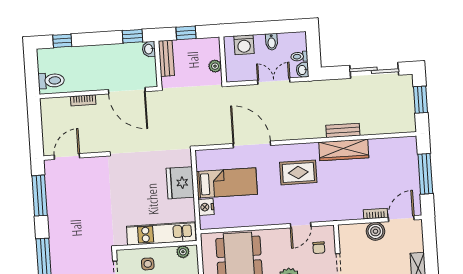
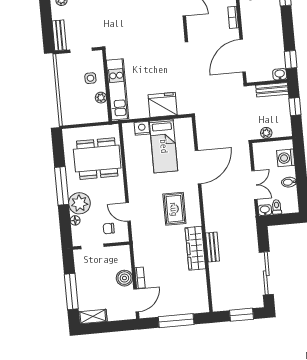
door: (401, 219) -> (136, 300), hinge flipped
plant: (183, 252) -> (101, 98), moved

